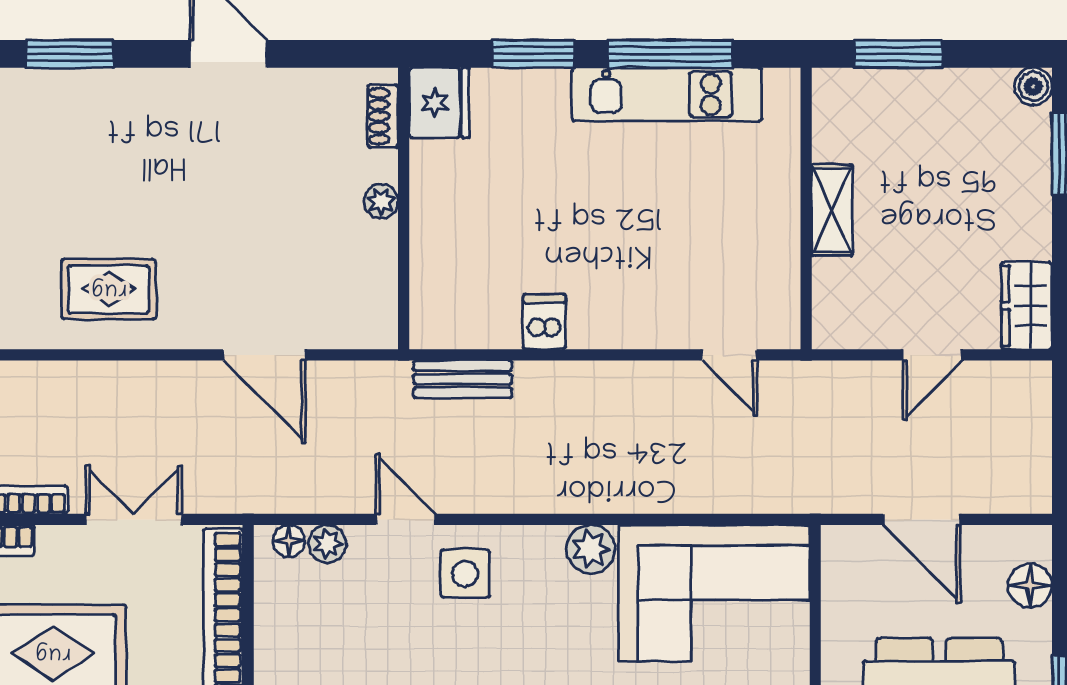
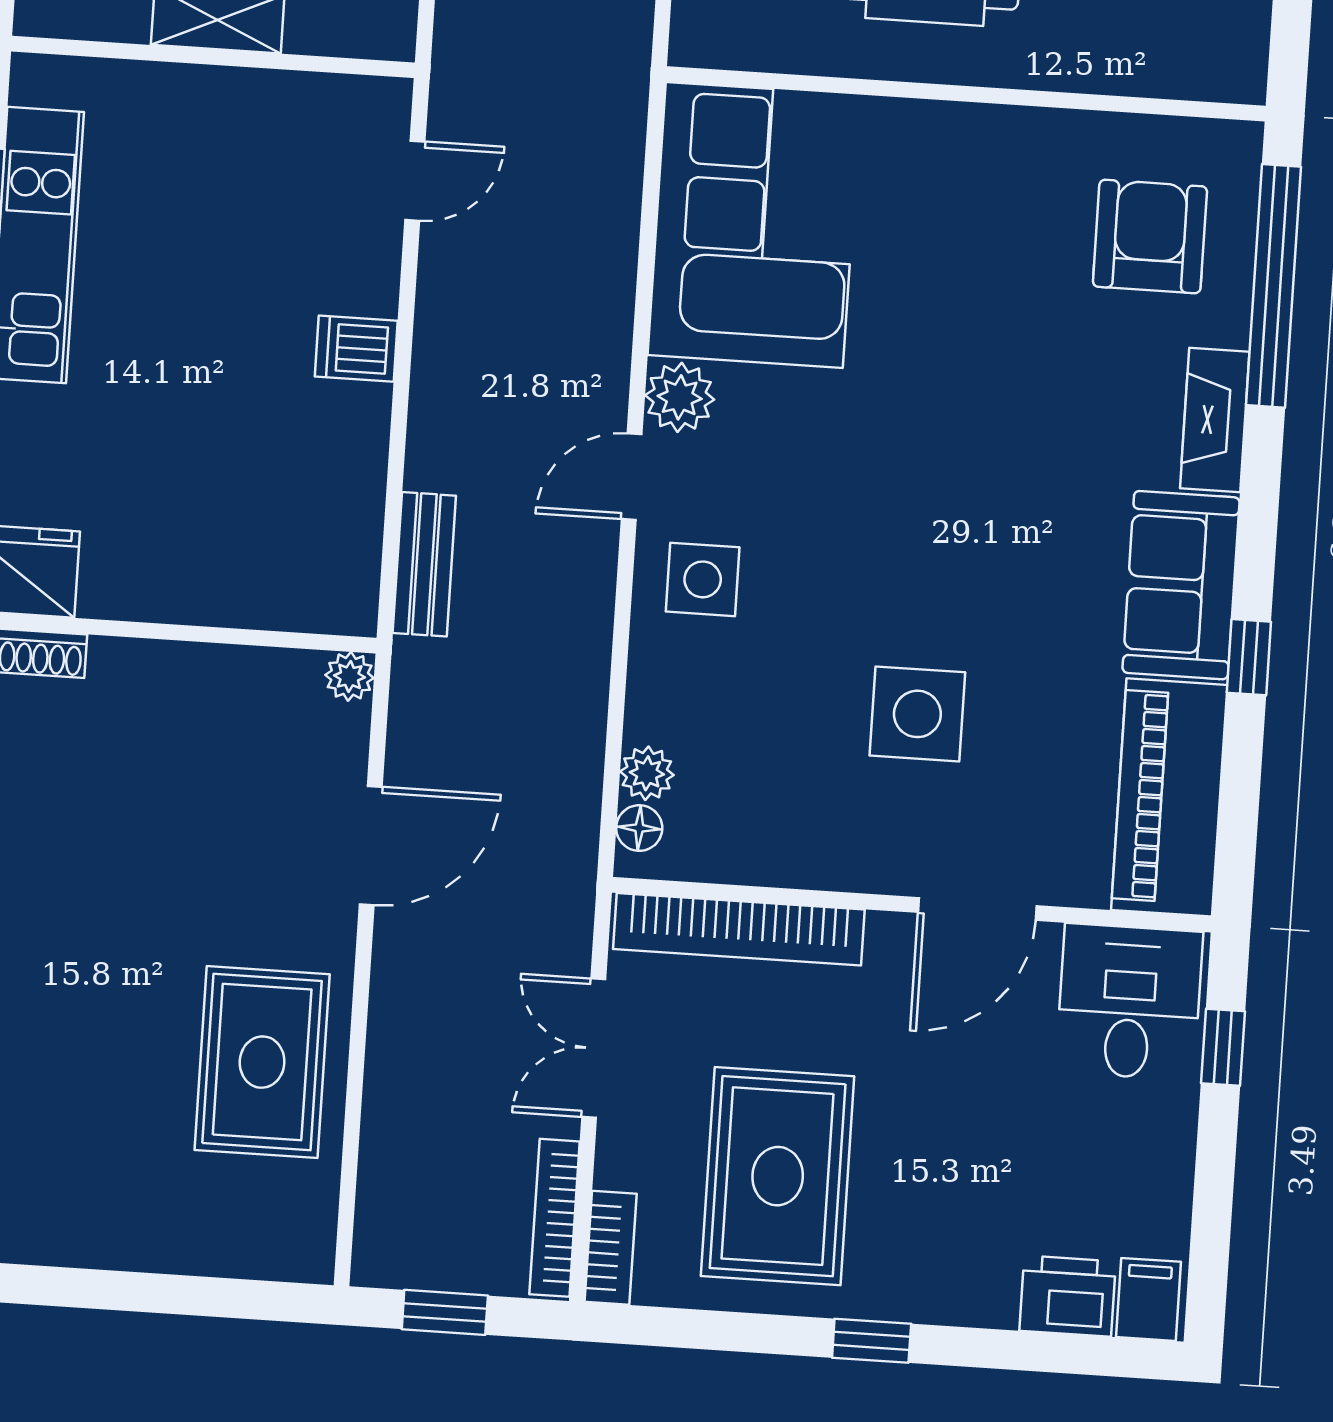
plant: (381, 201) -> (350, 676), moved
rug: (109, 289) -> (262, 1062), width x1.36, depth x1.43
dishwasher: (544, 322) -> (356, 349), moved
door: (406, 519) -> (632, 477), moved

